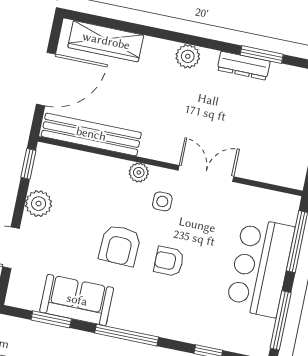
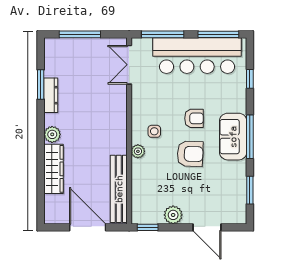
wardrobe: (106, 41) -> (54, 169), moved
double door: (206, 173) -> (129, 65), moved
armchair: (169, 261) -> (194, 118), turned -90
bar counter: (260, 267) -> (197, 56), width x1.36
sofa: (77, 300) -> (233, 137), moved

